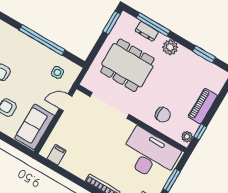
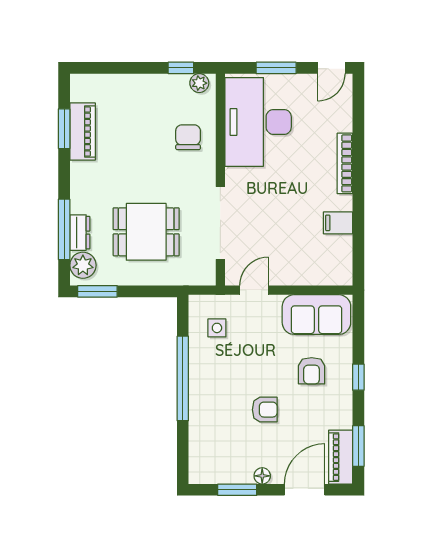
plant: (170, 47) -> (83, 265), moved
dining table: (127, 65) -> (146, 232), width x0.73
door: (66, 102) -> (254, 290), swing flipped
piano: (203, 106) -> (83, 132), moved, turned -90
filing cabinet: (57, 155) -> (338, 223), moved

